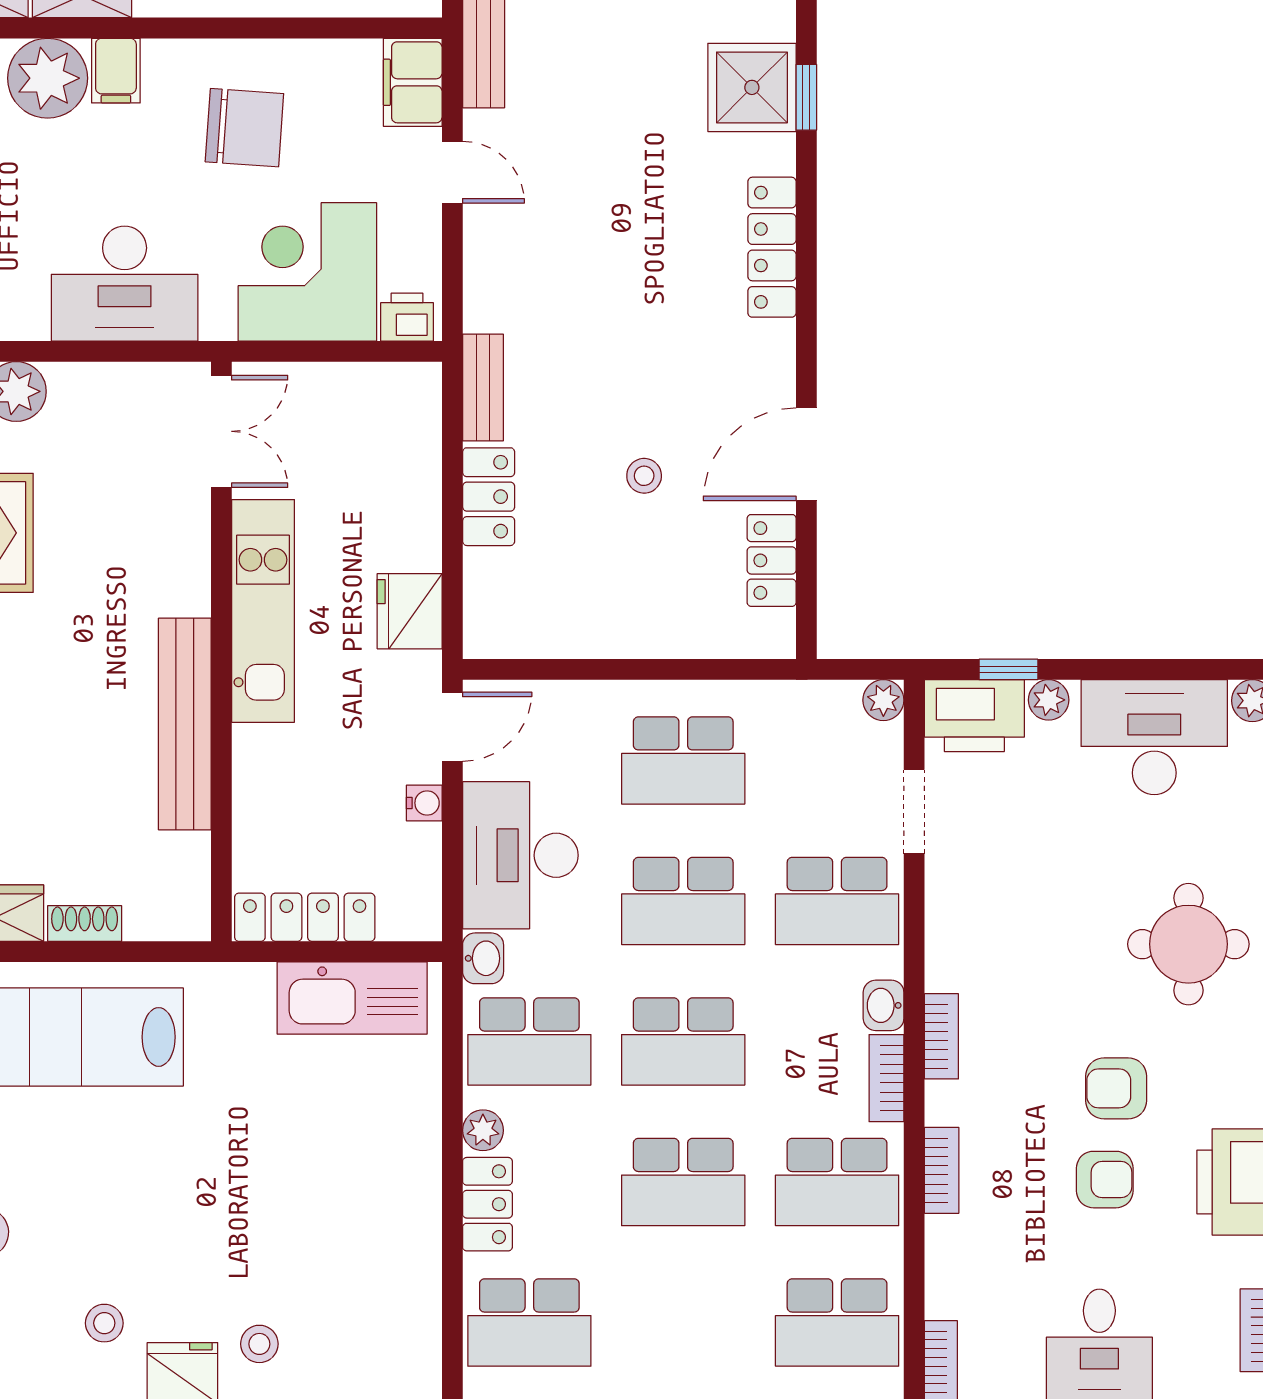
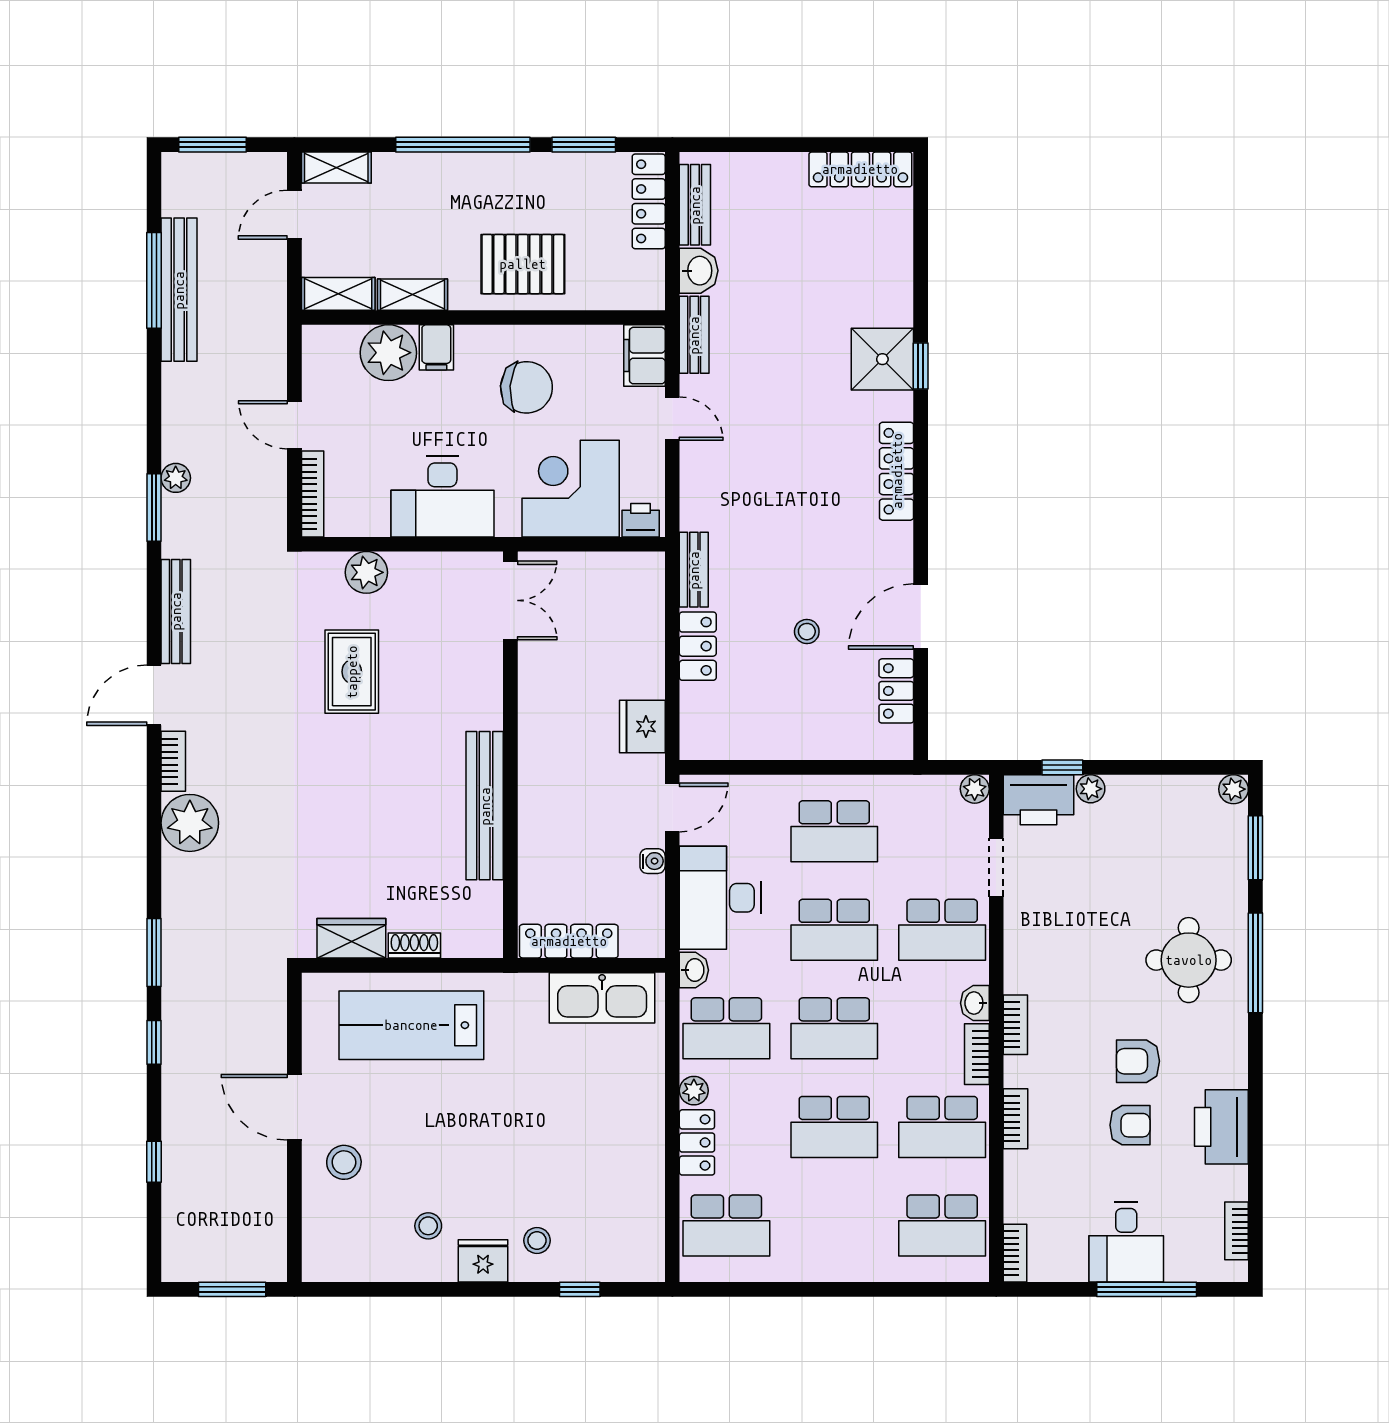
kitchen unit: (263, 611) -> (540, 726), removed
desk: (1154, 737) -> (1165, 815), removed

